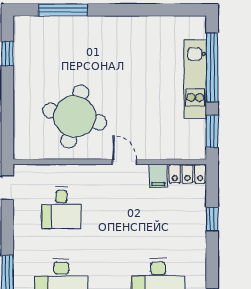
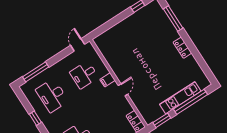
locker: (119, 25) -> (182, 48), added
round table: (75, 117) -> (129, 54), removed
filing cabinet: (158, 176) -> (108, 80), moved

